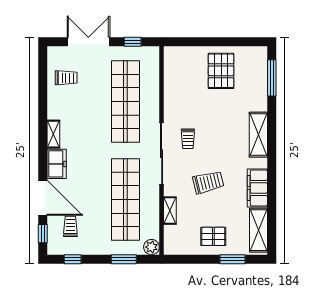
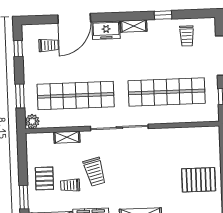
trolley: (188, 139) -> (70, 185), moved
window: (43, 234) -> (163, 15), moved

